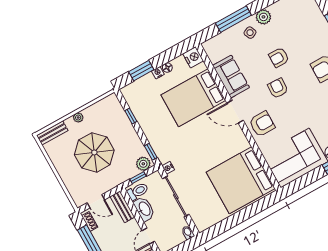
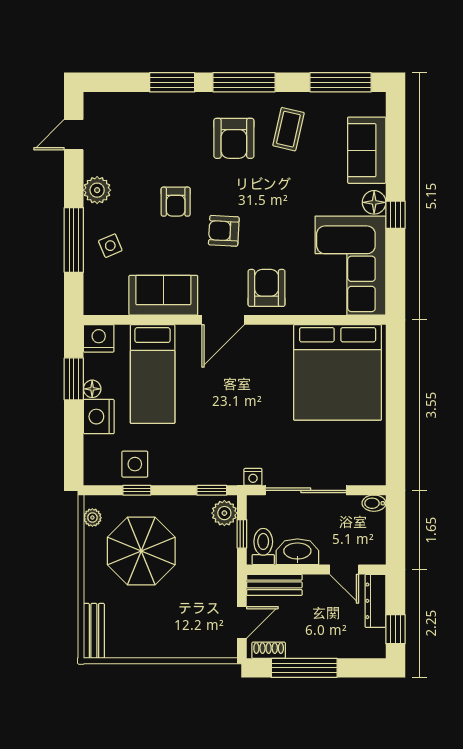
side table: (250, 33) -> (110, 246), moved
window: (141, 71) -> (74, 379), moved
nightstand: (158, 73) -> (99, 417), width x1.89, depth x1.79
bed: (193, 98) -> (153, 374), width x0.67
side table: (143, 108) -> (135, 464), added
plant: (78, 118) -> (92, 518), moved
parasol: (94, 152) -> (141, 551), moved

